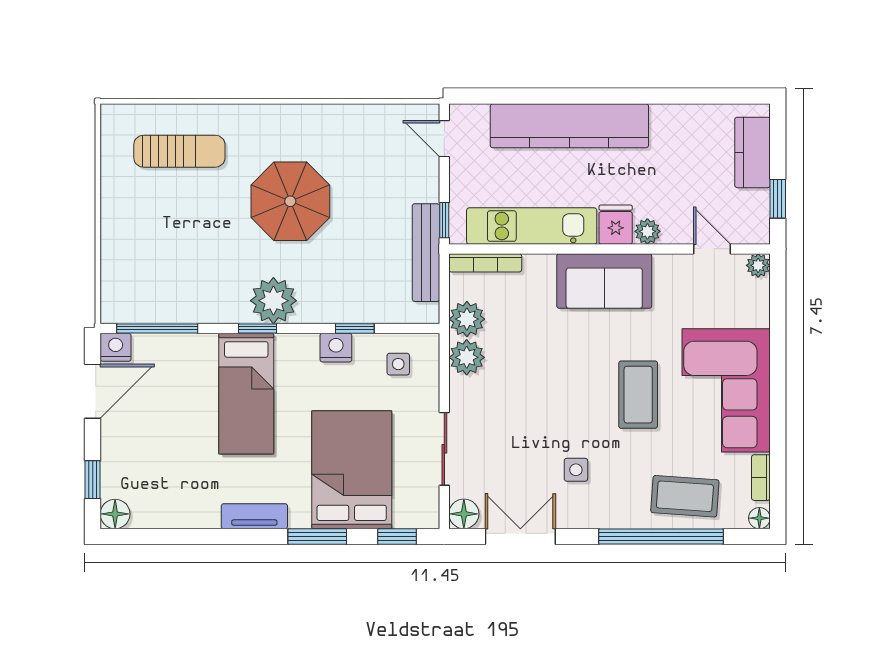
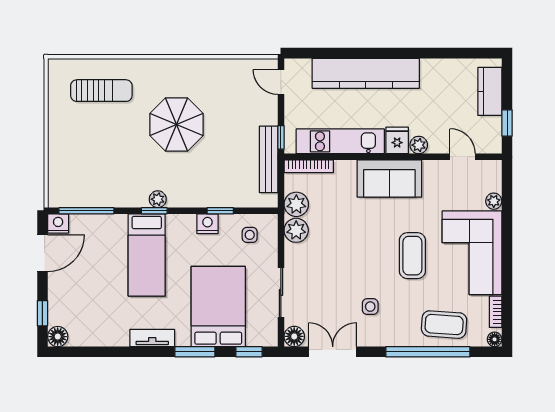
plant: (758, 265) -> (494, 201), moved
plant: (273, 301) -> (158, 199), width x0.53, depth x0.53

